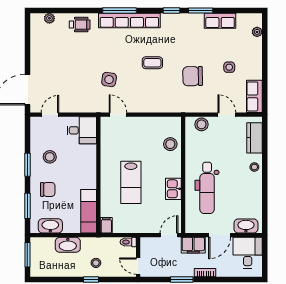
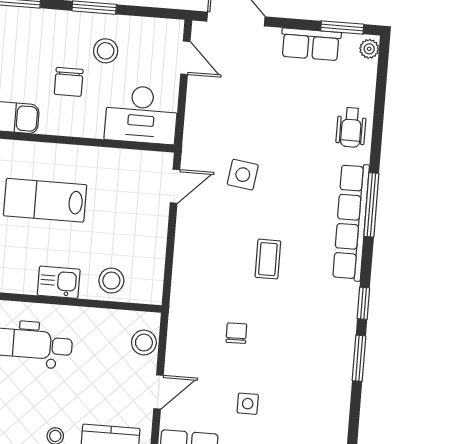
plant: (49, 18) -> (369, 49), moved
row of seats: (220, 21) -> (311, 44), moved, turned -90
window: (27, 33) -> (342, 27), added
chair: (193, 76) -> (236, 333), width x0.54, depth x0.54
desk: (82, 130) -> (141, 115), width x1.37
chair: (48, 189) -> (69, 82), moved
kitchen sink: (173, 189) -> (59, 282), moved

